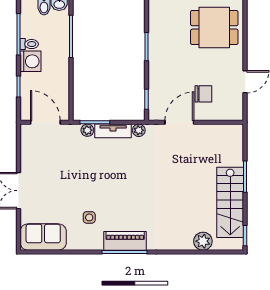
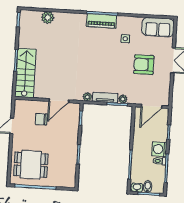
door: (45, 122) -> (152, 106), hinge flipped
armchair: (60, 182) -> (144, 65), added
stairs: (230, 202) -> (25, 73), moved

